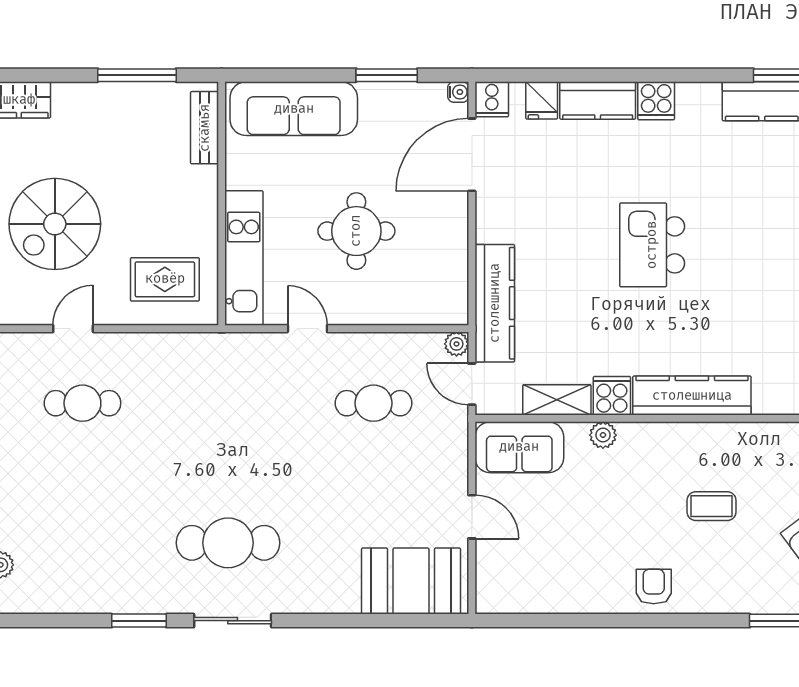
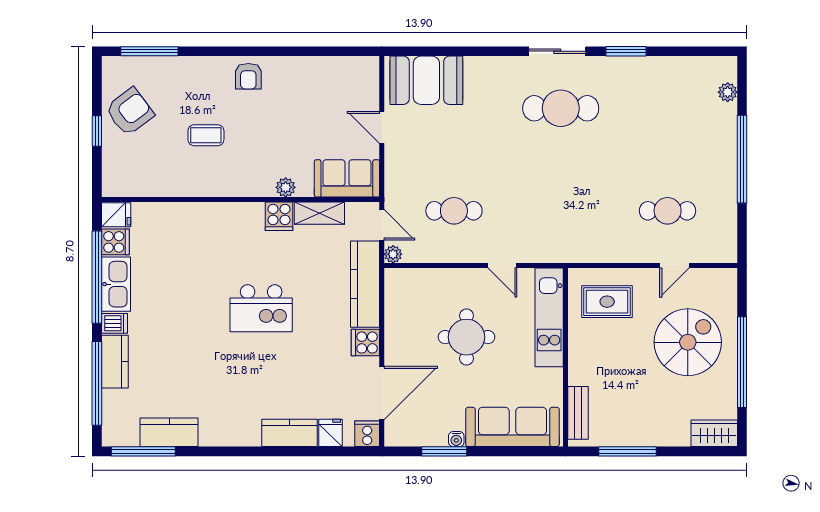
water cooler: (458, 92) -> (456, 439), moved, turned -90
cooker: (656, 101) -> (365, 343), moved, turned -90
kitchen island: (652, 245) -> (261, 308), moved, turned 90
kitchen counter: (692, 396) -> (220, 216), removed

